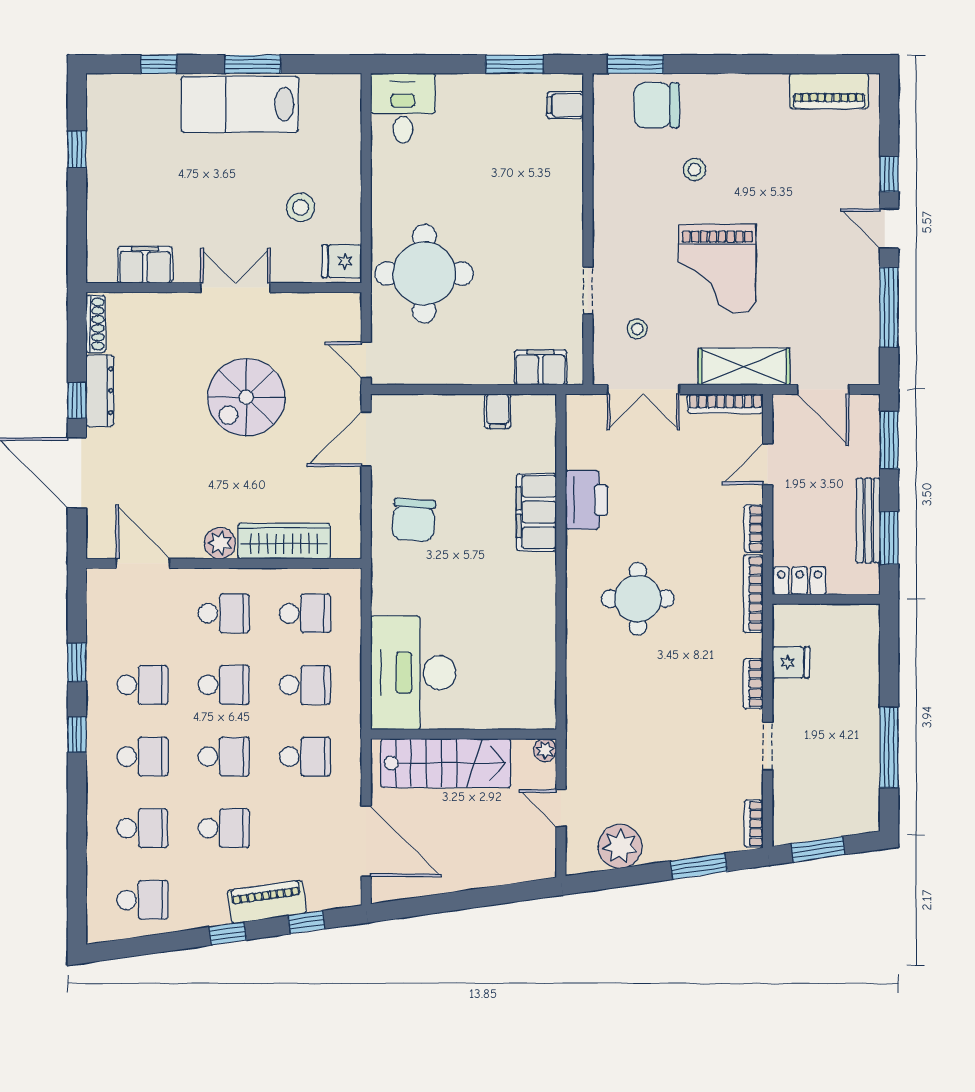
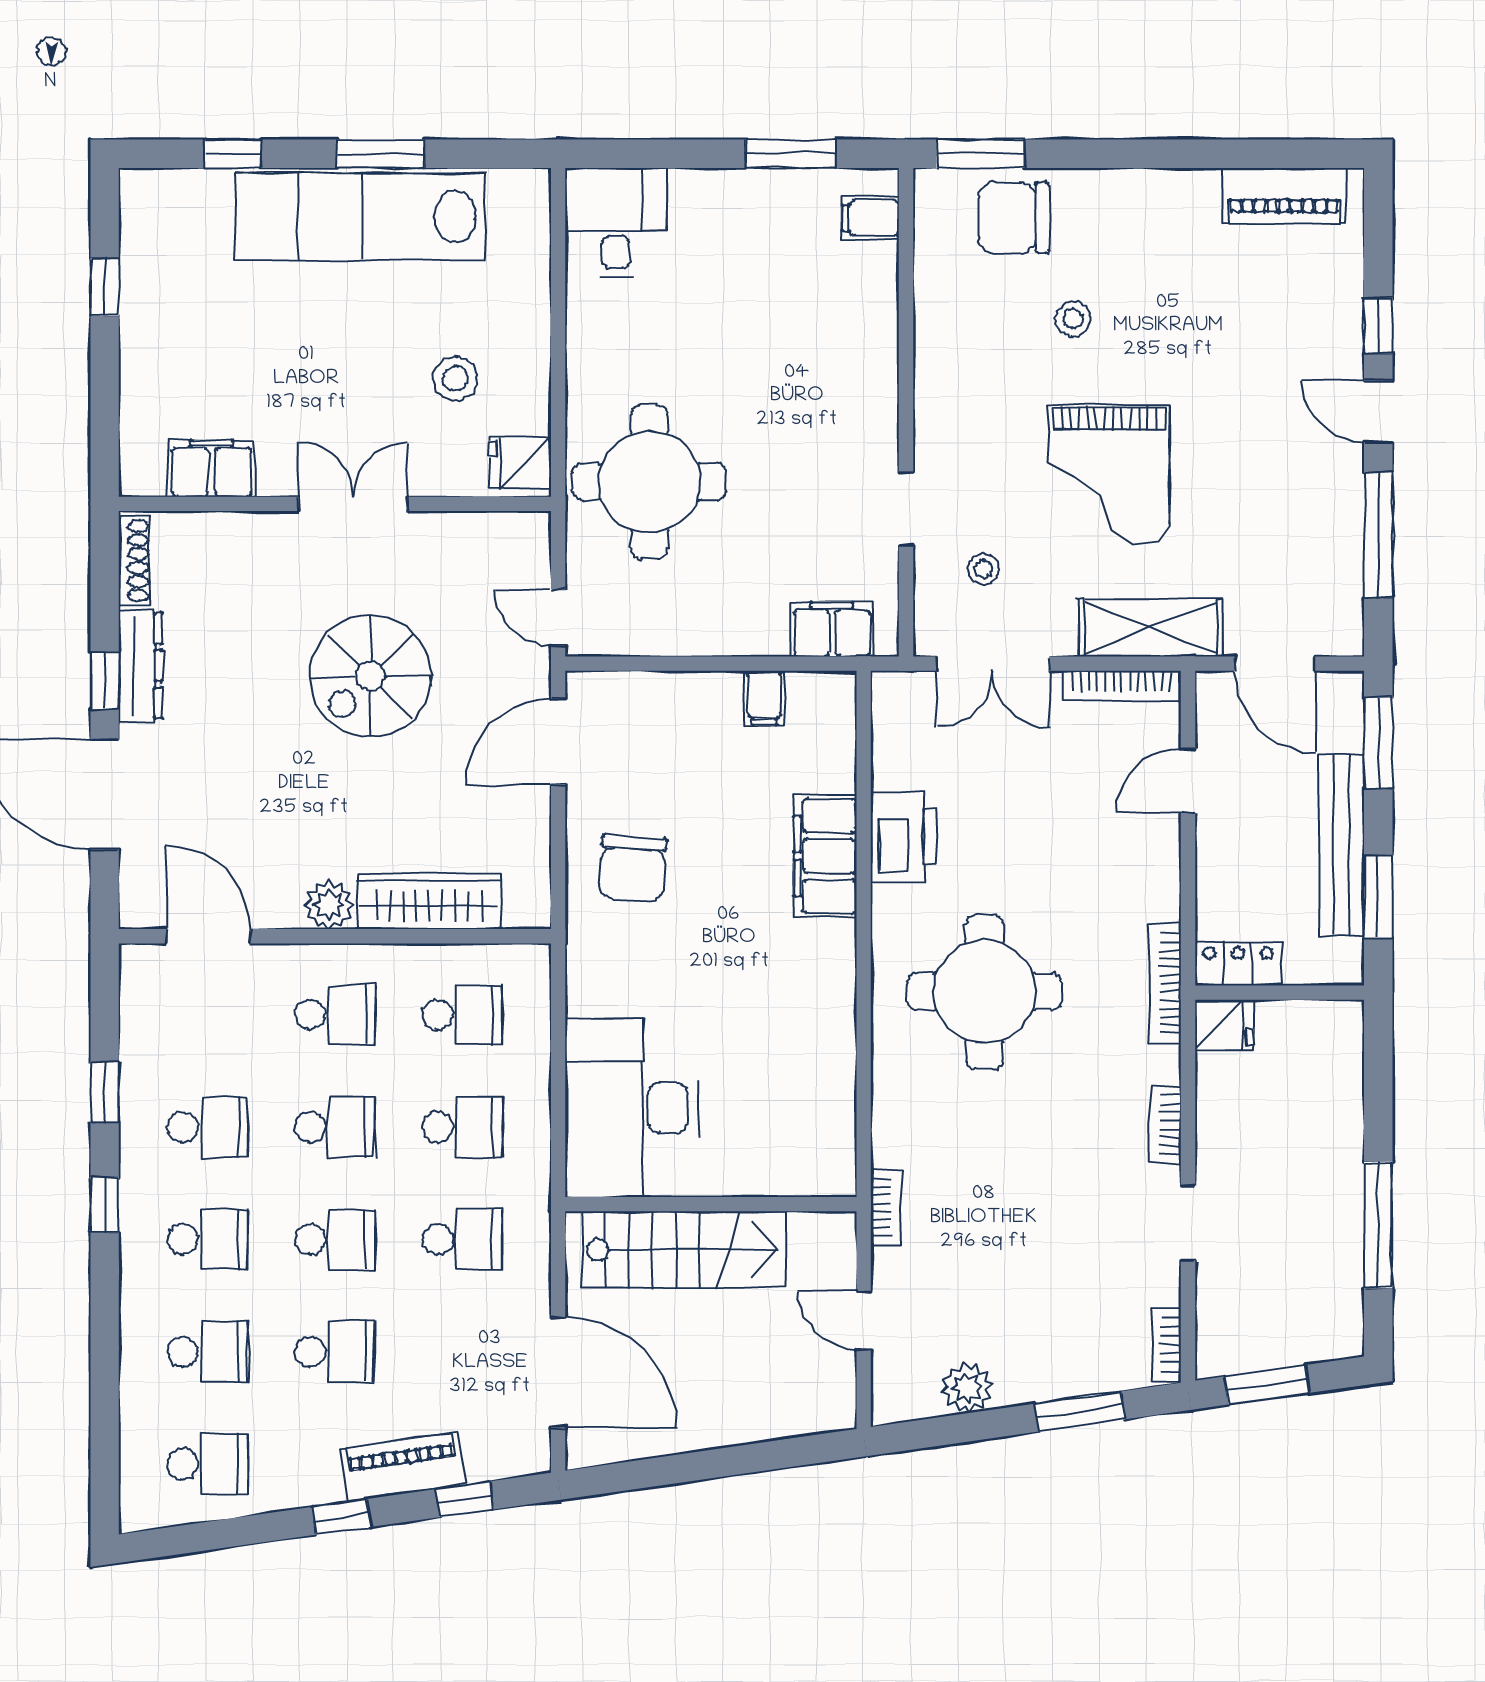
lab bench: (240, 104) -> (360, 217), width x1.36
bench: (868, 521) -> (1342, 845), width x1.37, depth x1.21
bookcase: (754, 529) -> (886, 1207), moved, turned 180
round table: (638, 599) -> (984, 992), width x1.36, depth x1.36
fridge: (791, 662) -> (1224, 1024), moved
plant: (545, 750) -> (839, 1229), removed
plant: (620, 846) -> (967, 1388), width x0.73, depth x0.73

